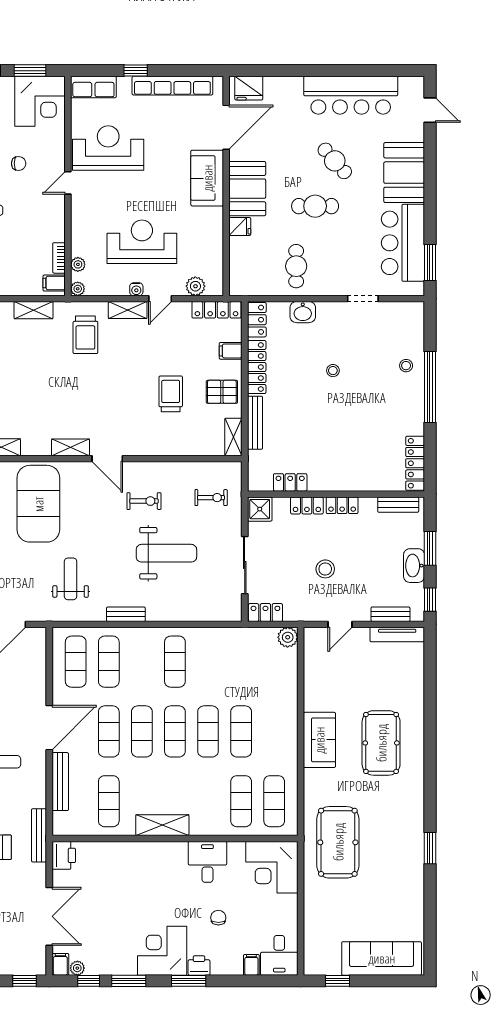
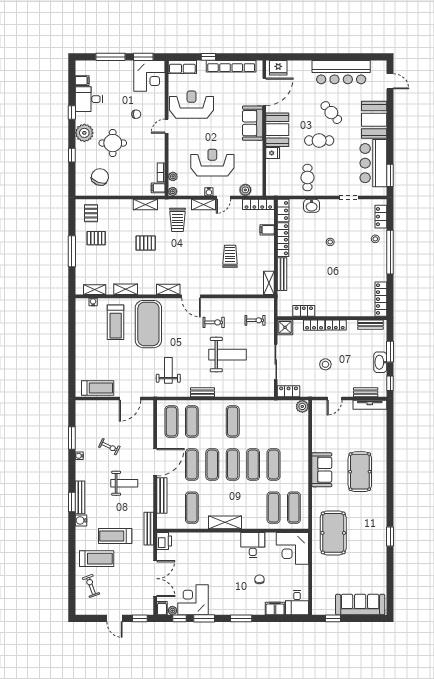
locker: (415, 330) -> (381, 217), added
pallet: (222, 392) -> (146, 243), moved
corner desk: (162, 951) -> (193, 600), moved
filing cabinet: (251, 965) -> (275, 609), width x2.00
printer: (199, 966) -> (248, 609), removed

